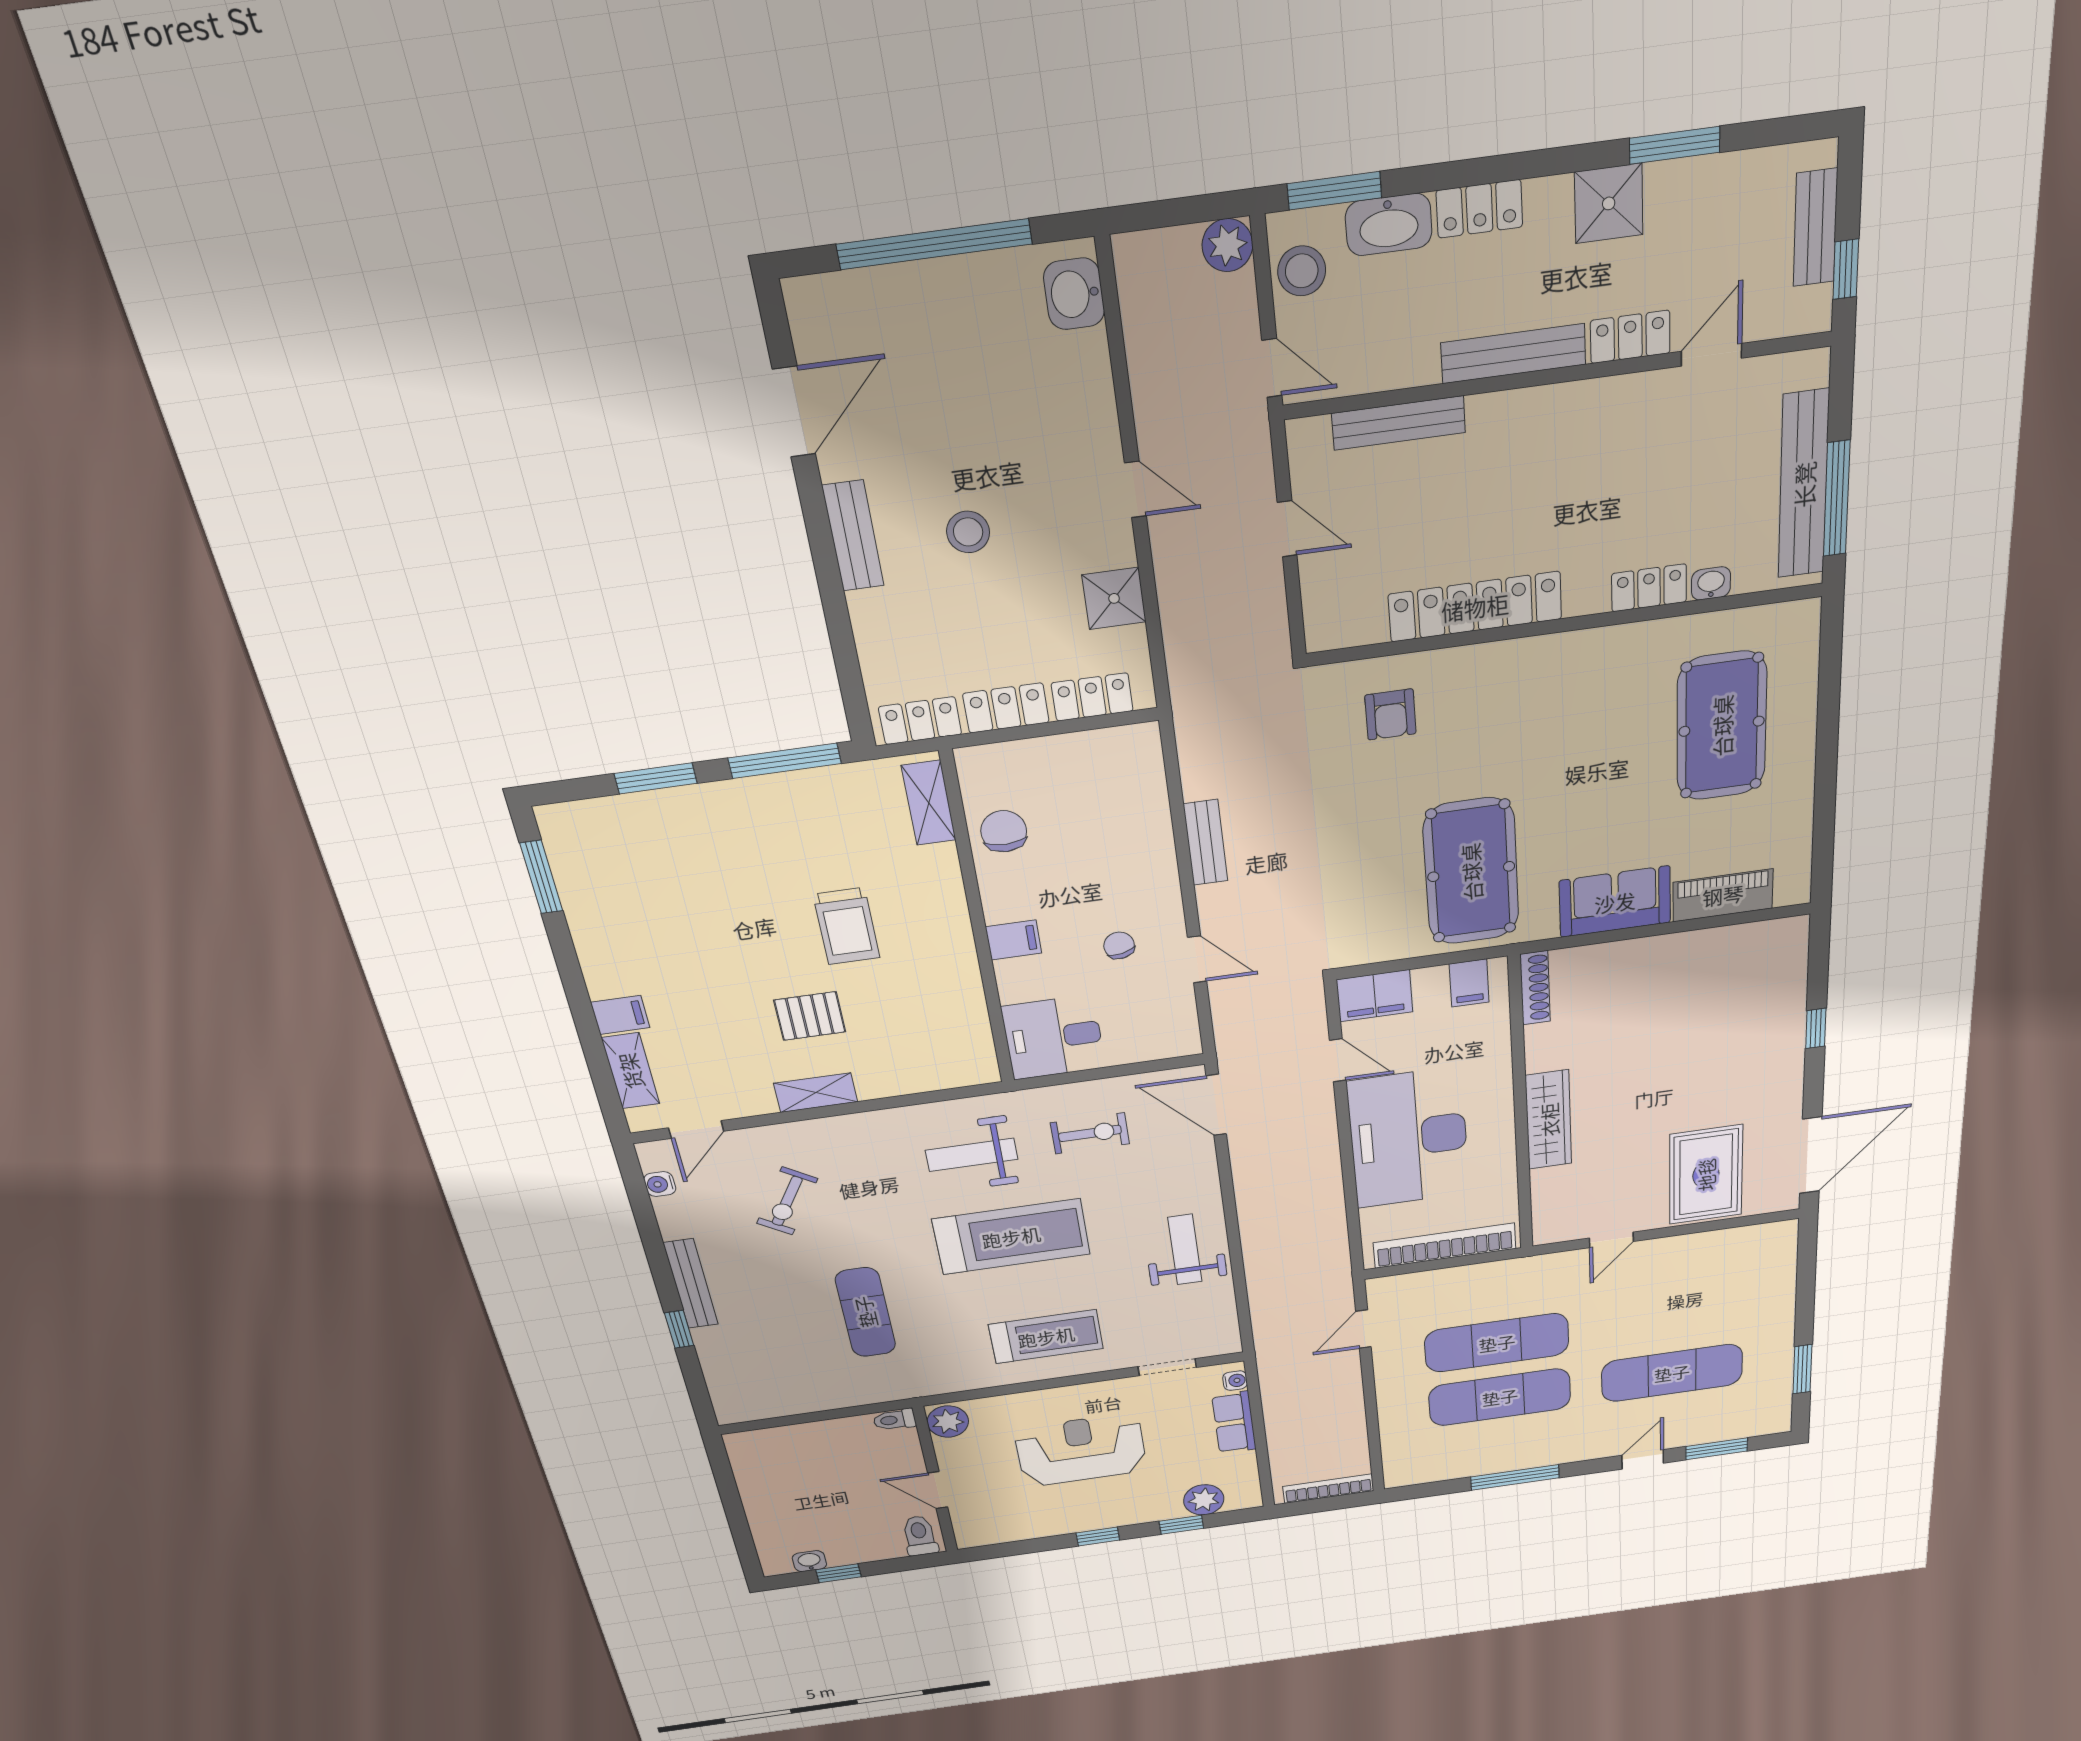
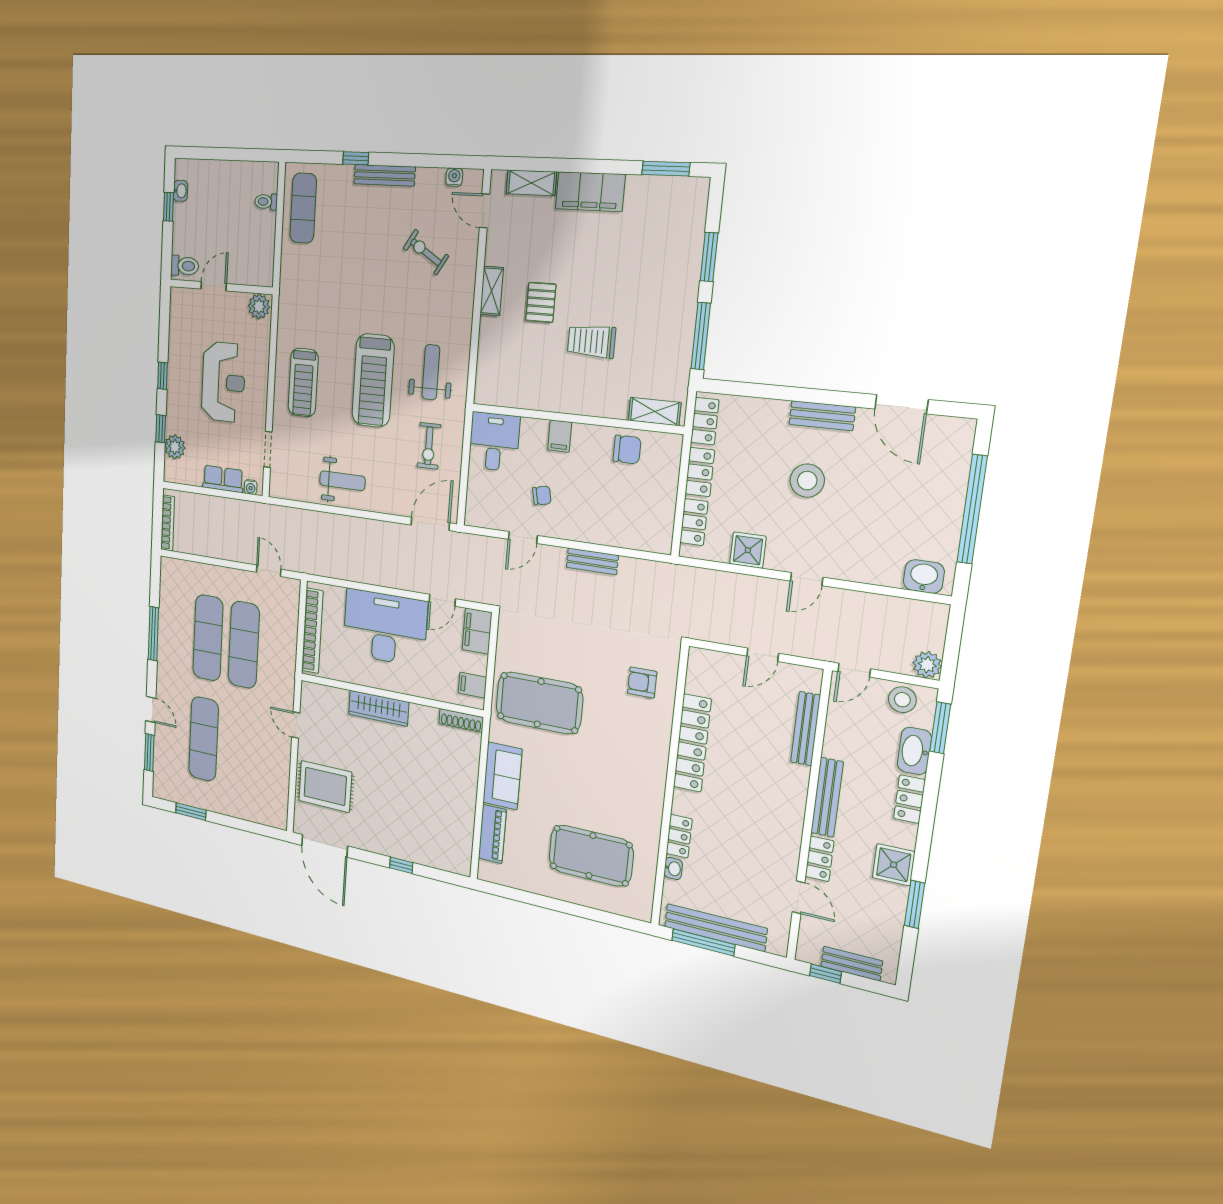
stool: (968, 532) -> (807, 481), width x1.38, depth x1.38
filing cabinet: (620, 1015) -> (590, 192), width x3.00, depth x1.17
exercise mat: (865, 1312) -> (303, 208), moved, turned 90
toilet: (895, 1420) -> (266, 202), moved, turned -90

